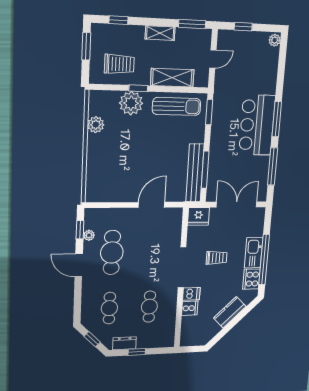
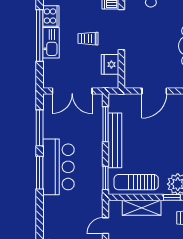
bench: (195, 173) -> (115, 140), moved
fridge: (198, 216) -> (110, 64), moved, turned -90

